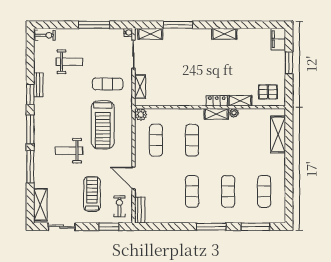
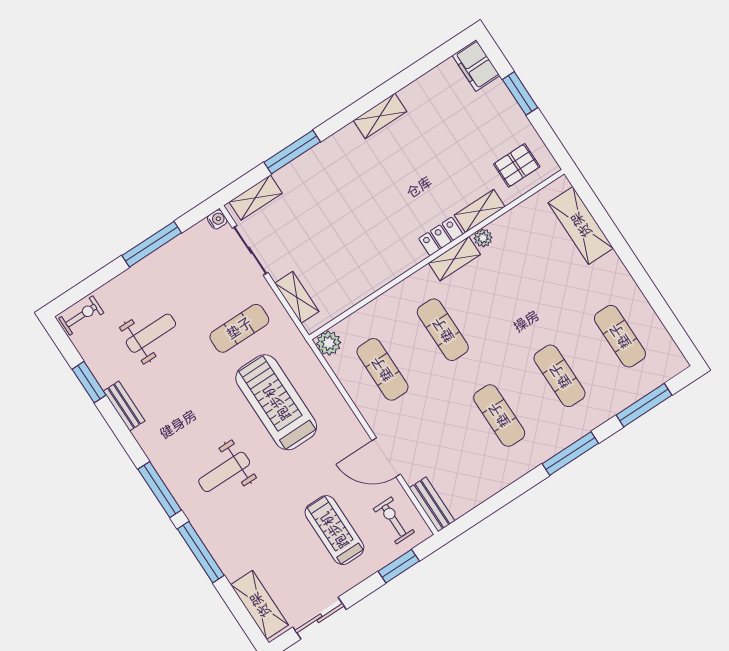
window: (30, 94) -> (89, 382), moved
treadmill: (103, 125) -> (276, 402), turned 180
weight bench: (69, 151) -> (224, 472), moved

